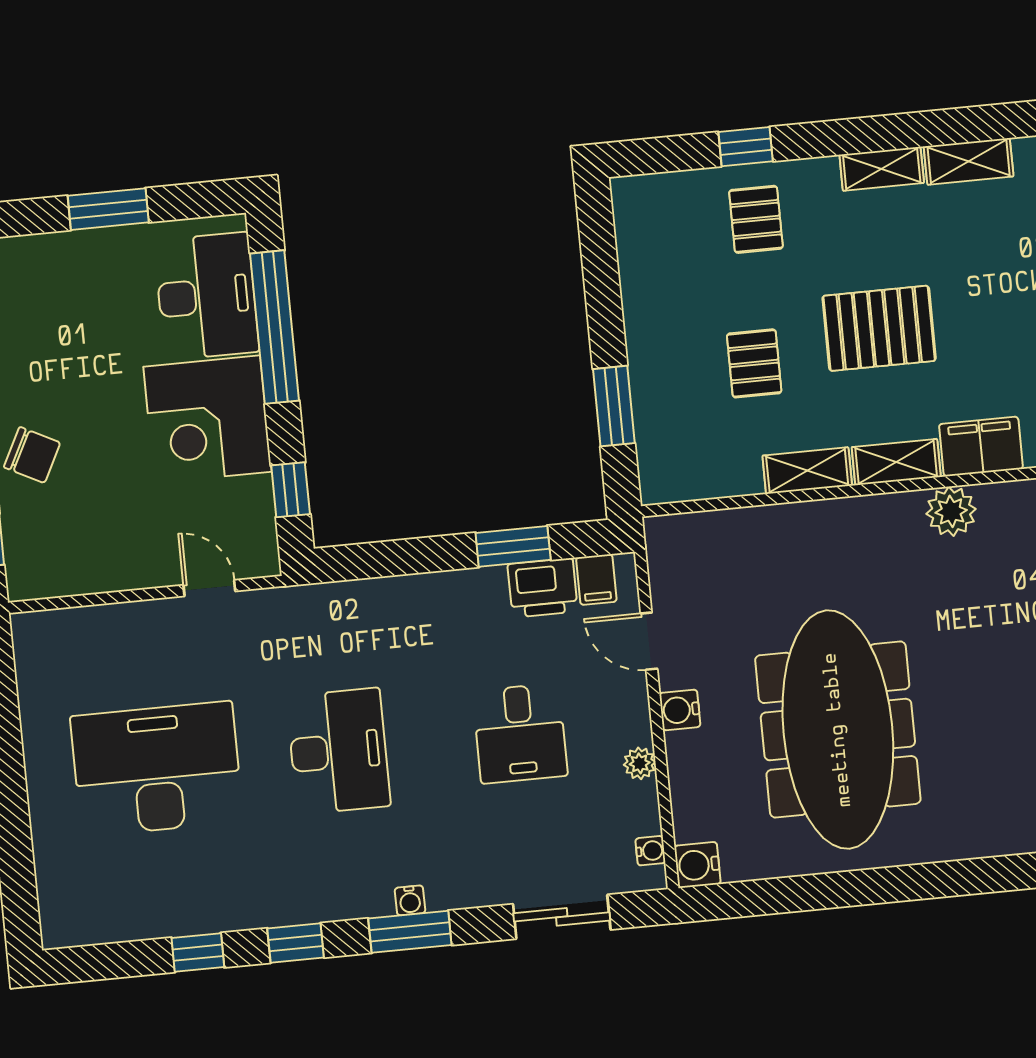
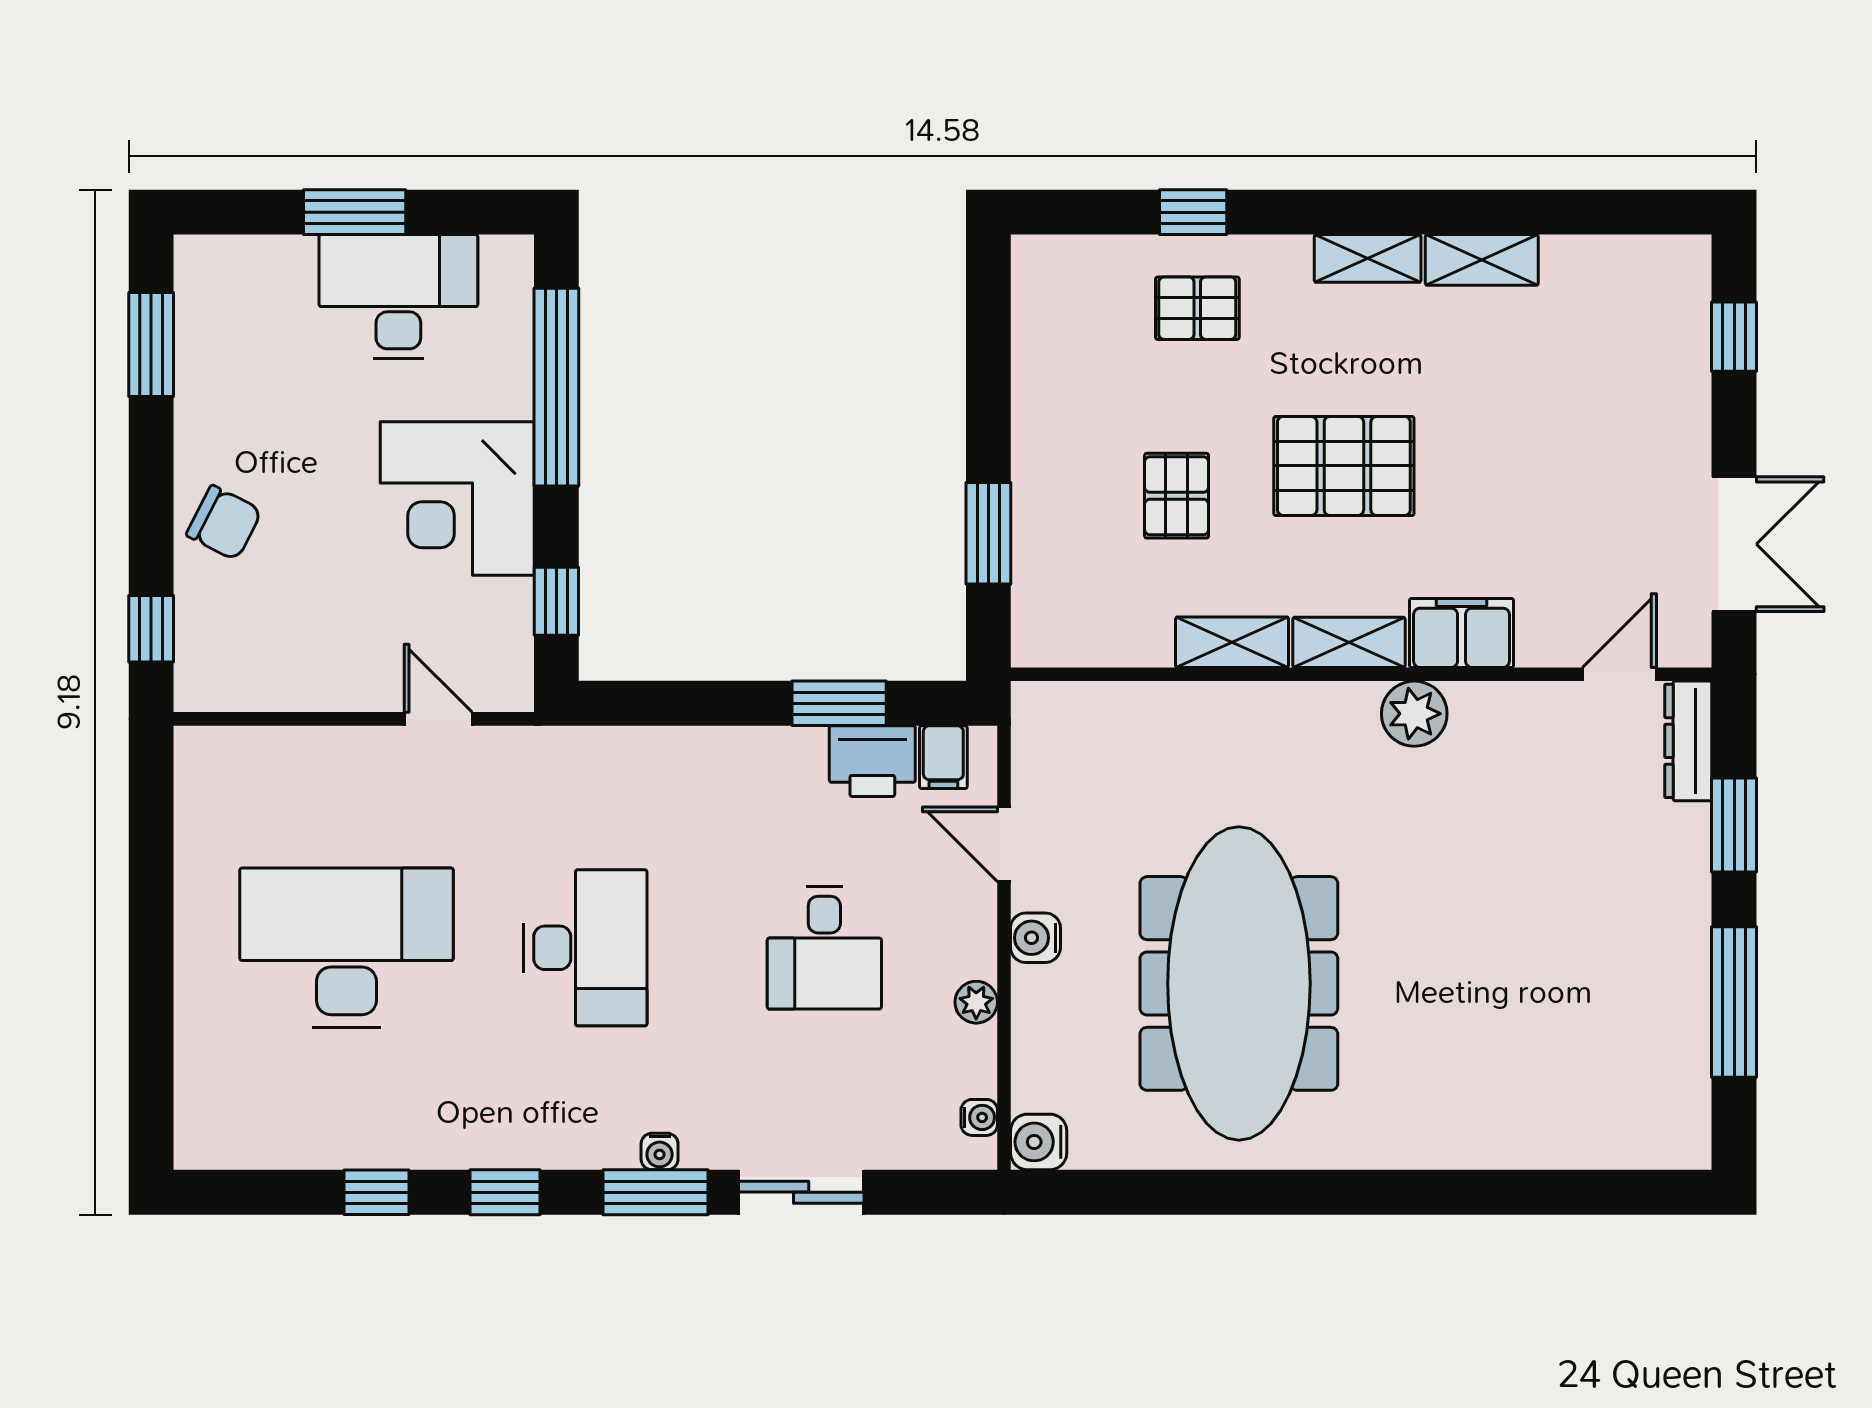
pallet: (756, 219) -> (1197, 308), turned 90
desk: (207, 296) -> (398, 297), moved, turned -90
sliding door: (562, 917) -> (801, 1192), moved

